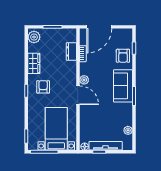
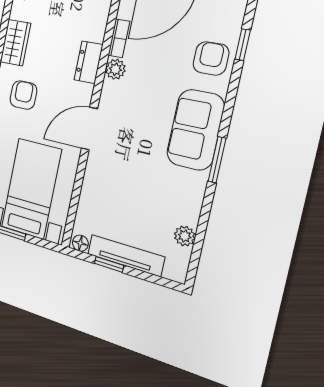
dresser: (71, 51) -> (89, 62), moved
armchair: (123, 56) -> (211, 58), turned 180
plant: (84, 80) -> (115, 69), moved
door: (78, 95) -> (89, 129), swing flipped

